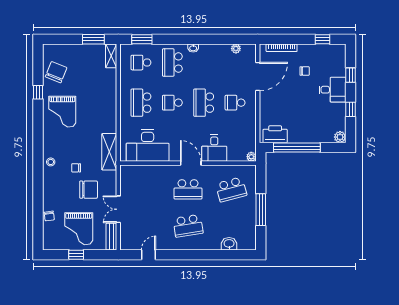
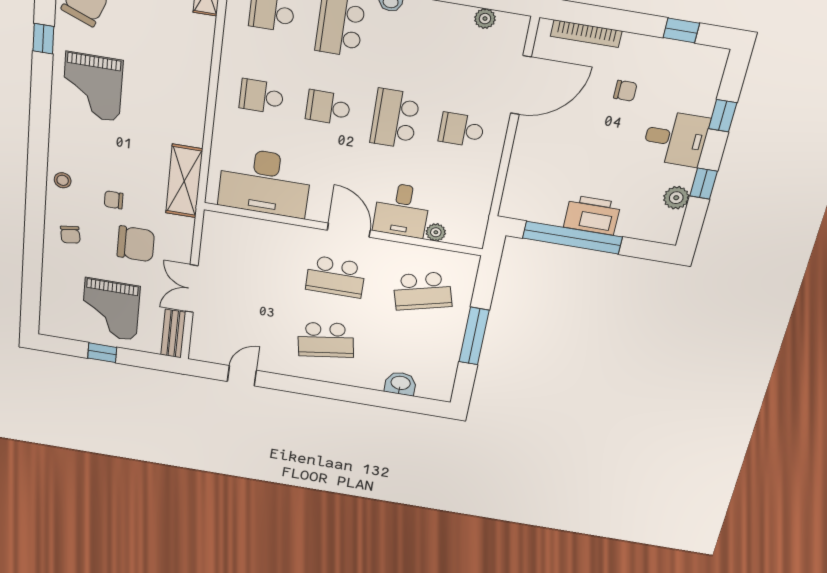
school desk: (141, 103) -> (261, 96), width x0.54
printer: (275, 134) -> (592, 215), moved
plant: (340, 137) -> (676, 198), moved
plant: (251, 157) -> (436, 232), moved
chair: (49, 216) -> (70, 235), moved

